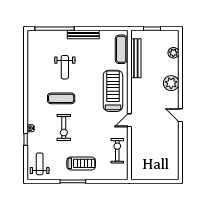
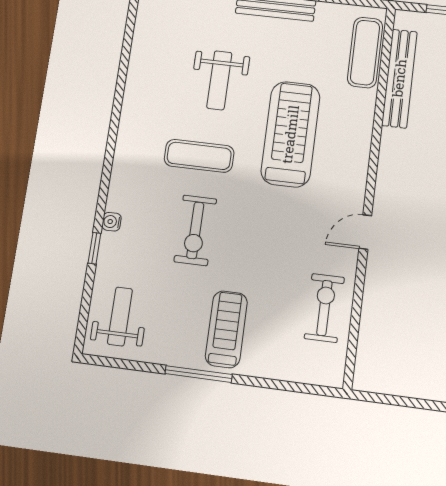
treadmill: (113, 91) -> (290, 134), moved
treadmill: (81, 163) -> (226, 329), turned -90

